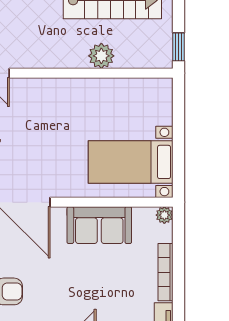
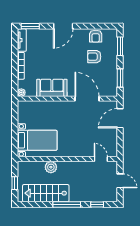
window: (178, 47) -> (15, 183), moved
bed with nightstands: (131, 162) -> (37, 140), moved

